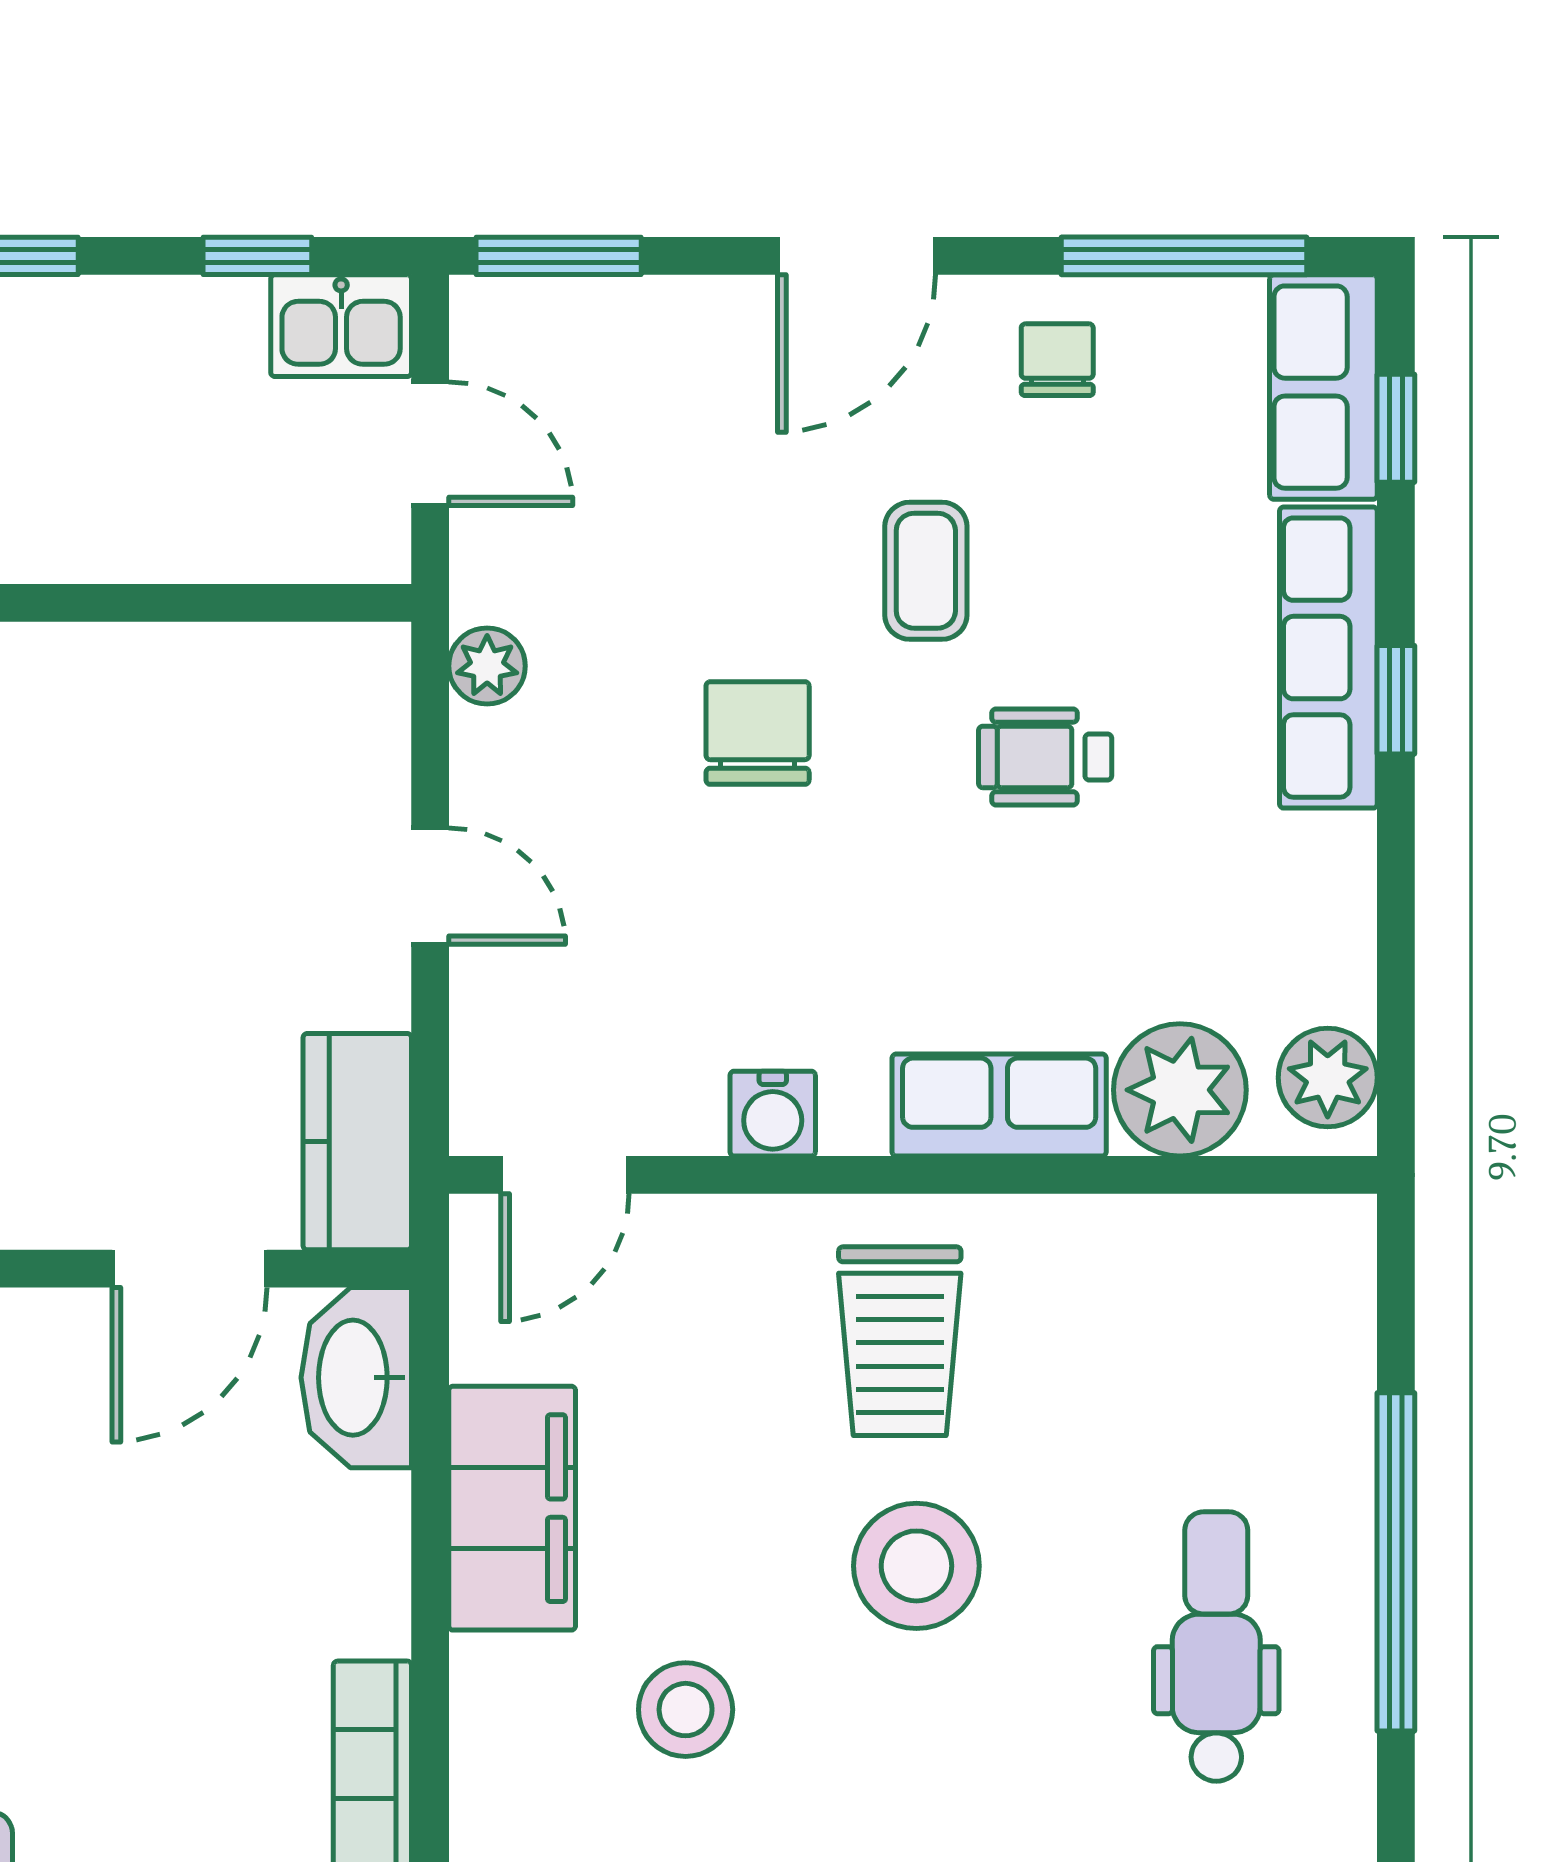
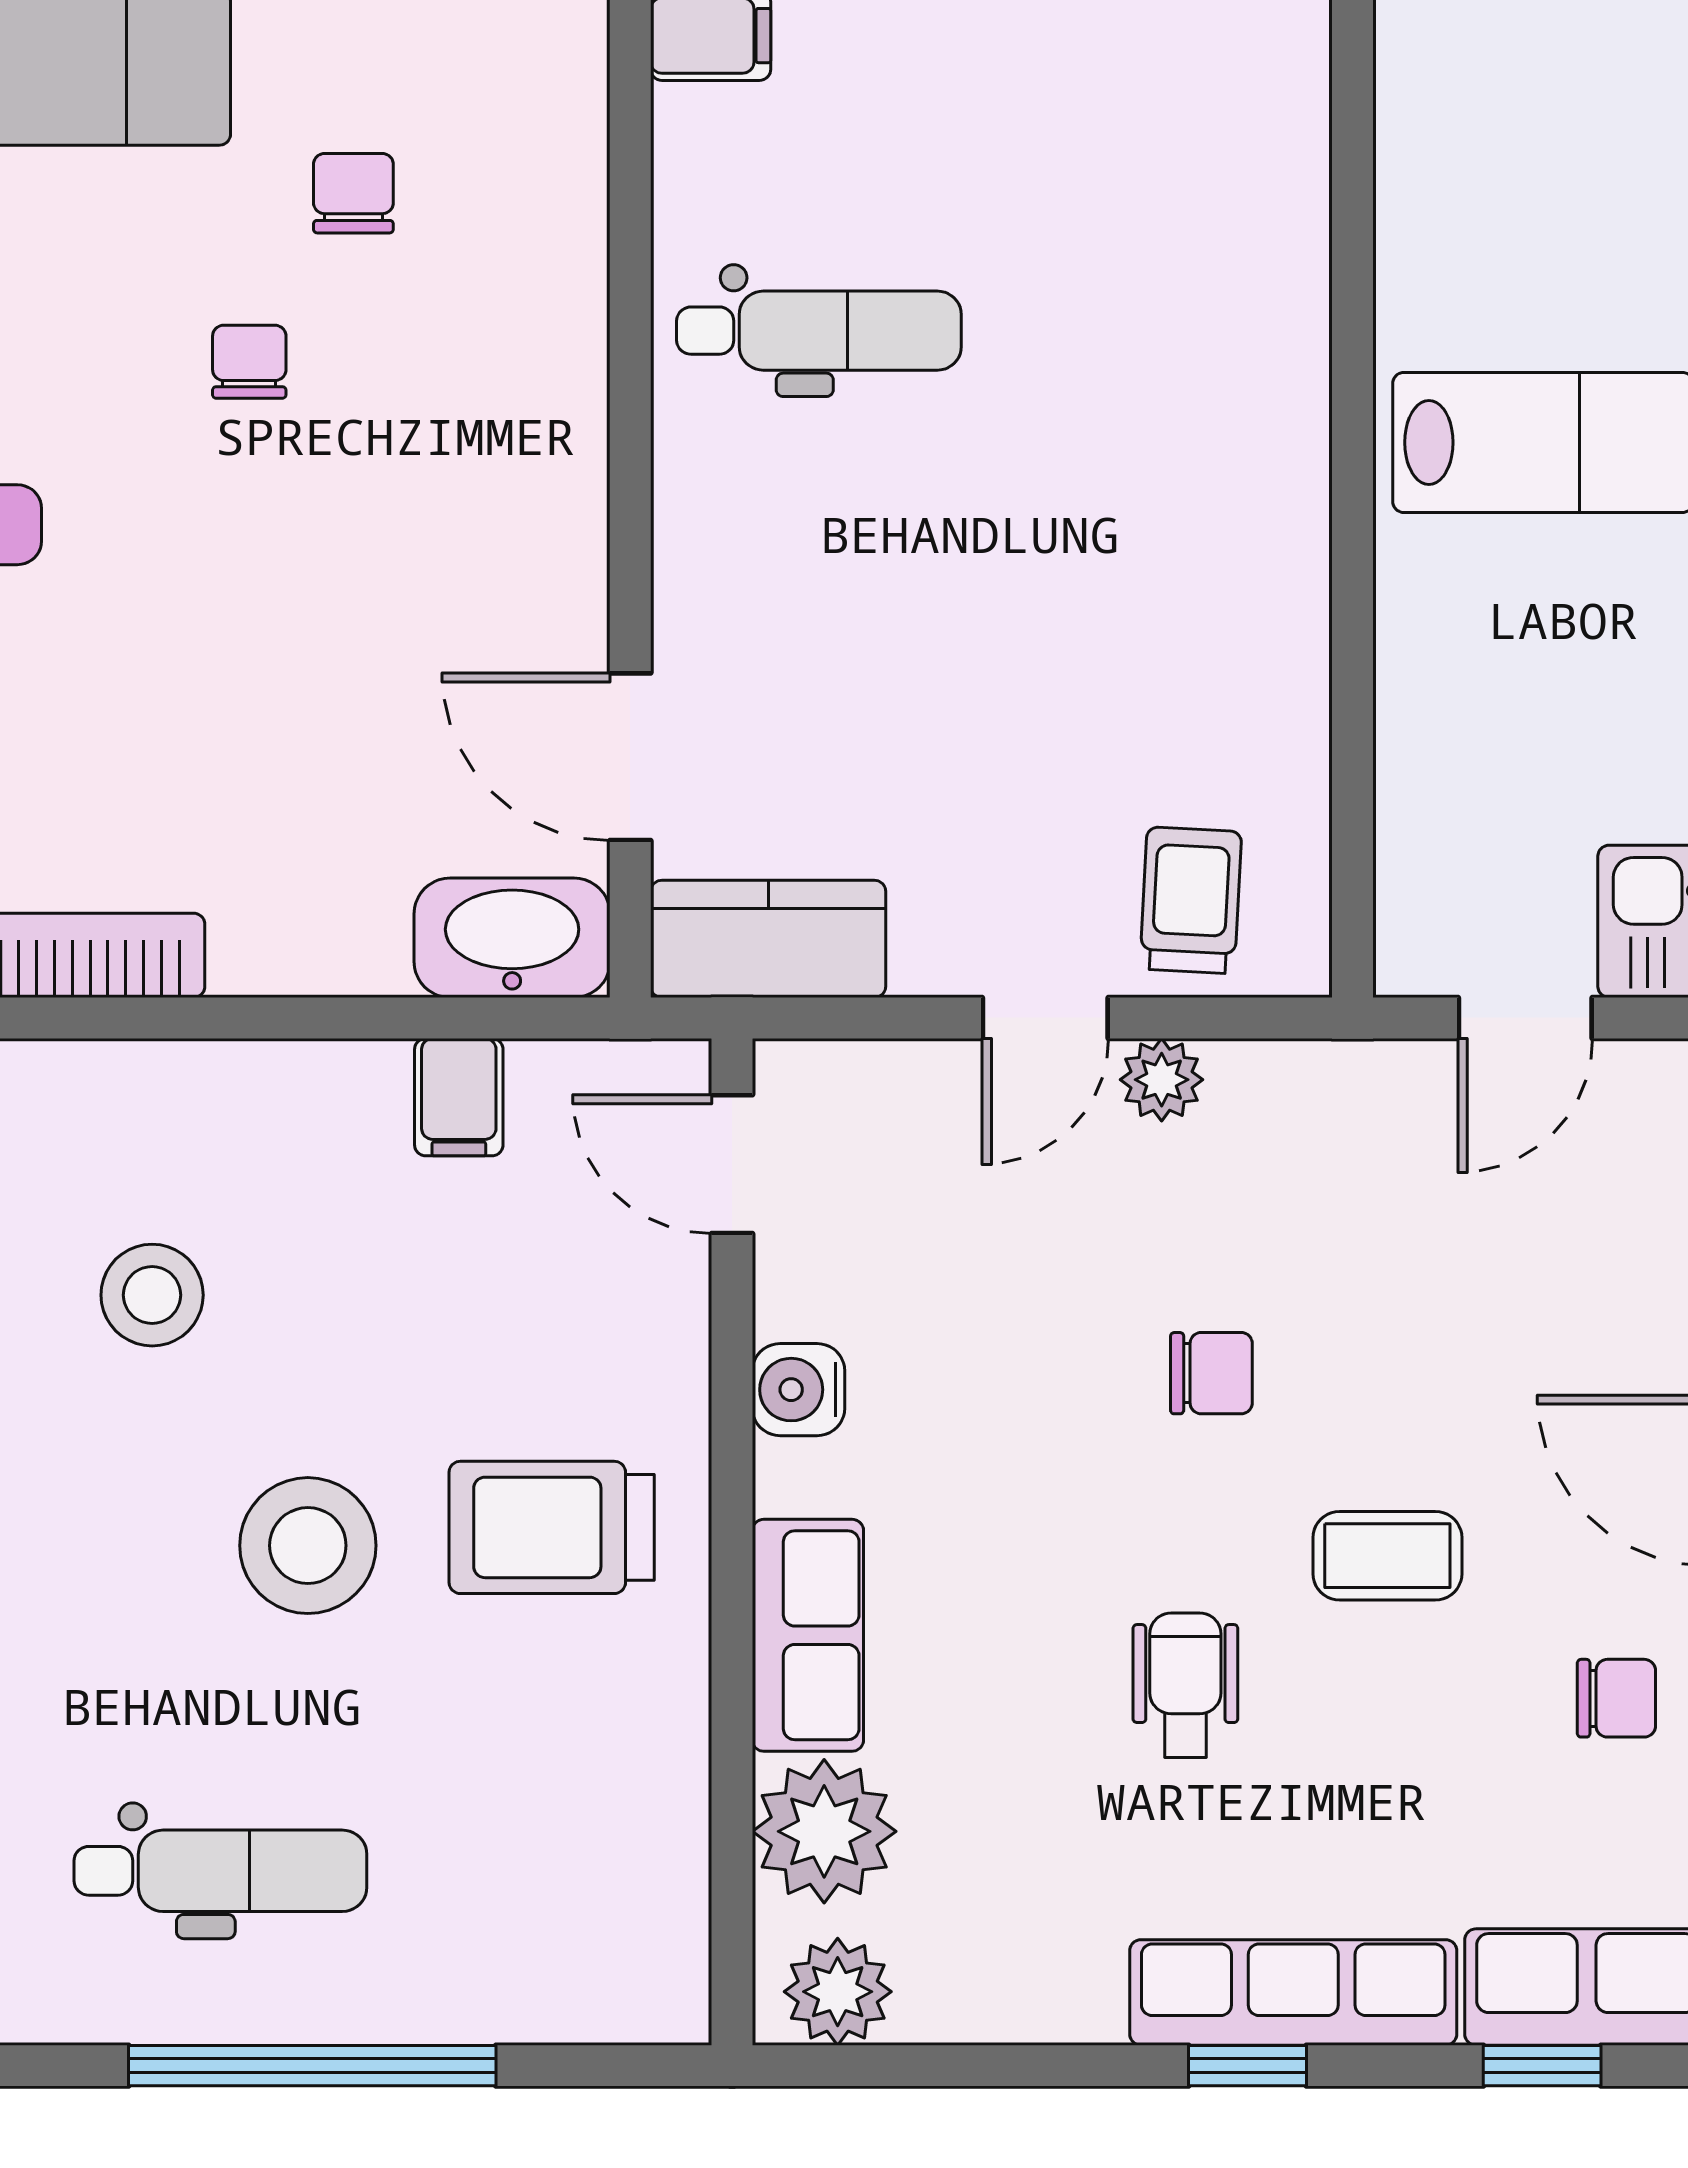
plant: (487, 666) -> (1162, 1080), moved
chair: (758, 733) -> (1211, 1373), width x0.73, depth x0.73
trolley: (322, 752) -> (1191, 900), added
filing cabinet: (512, 1508) -> (459, 1097), width x0.33, depth x0.86

